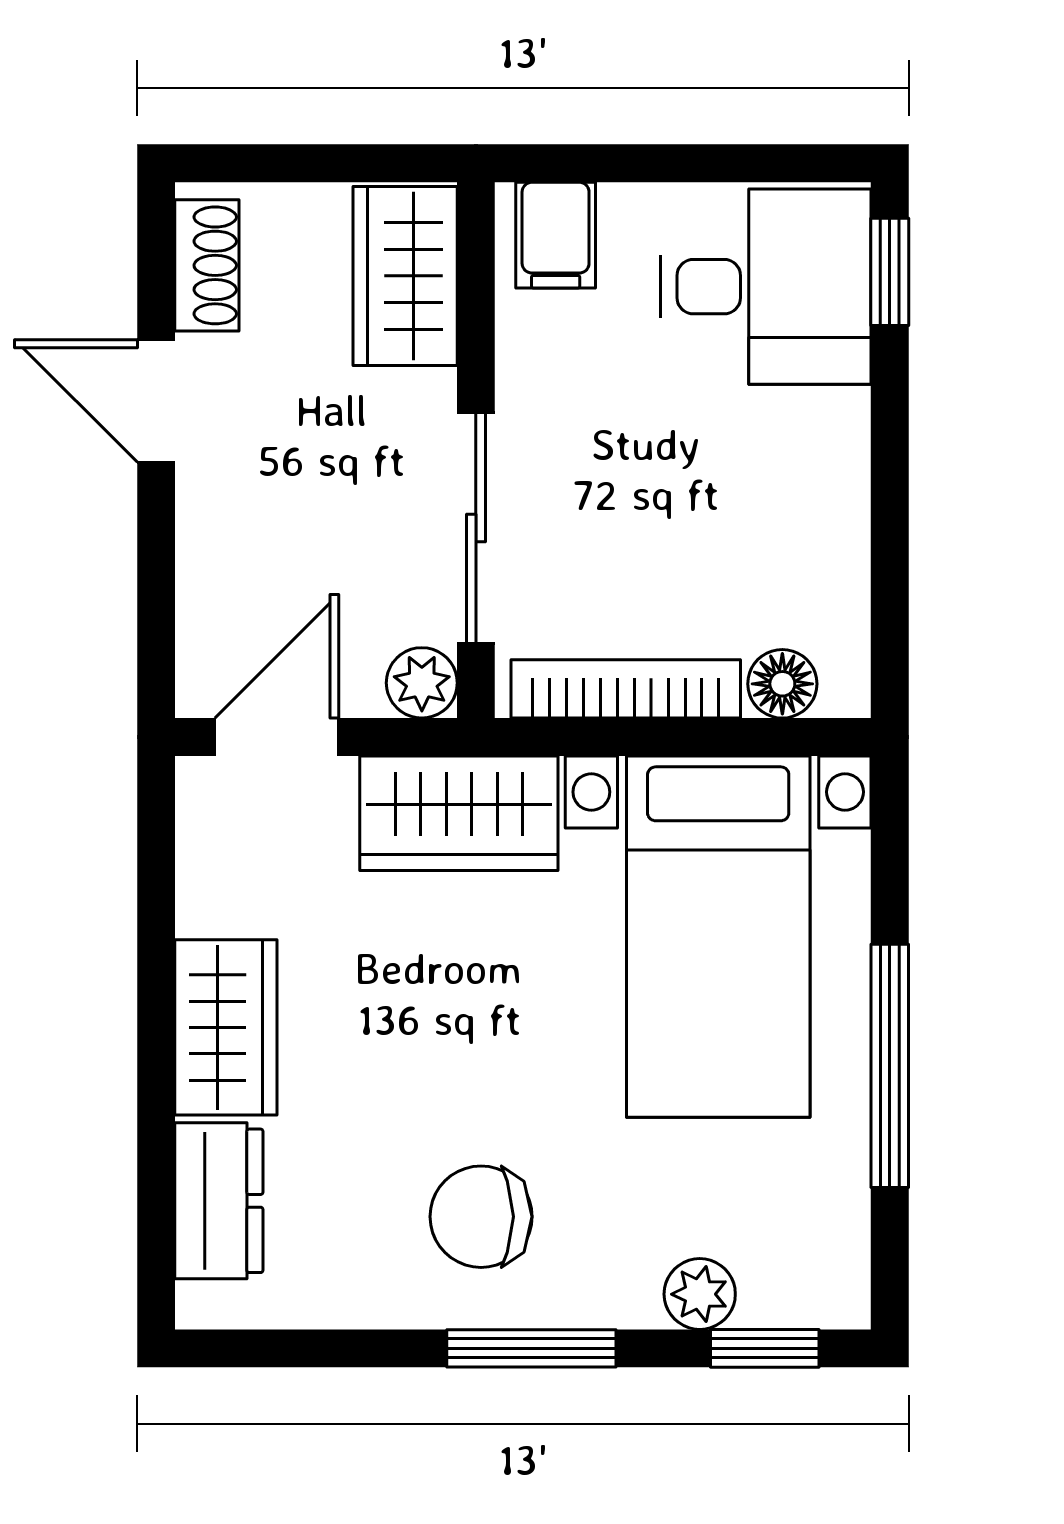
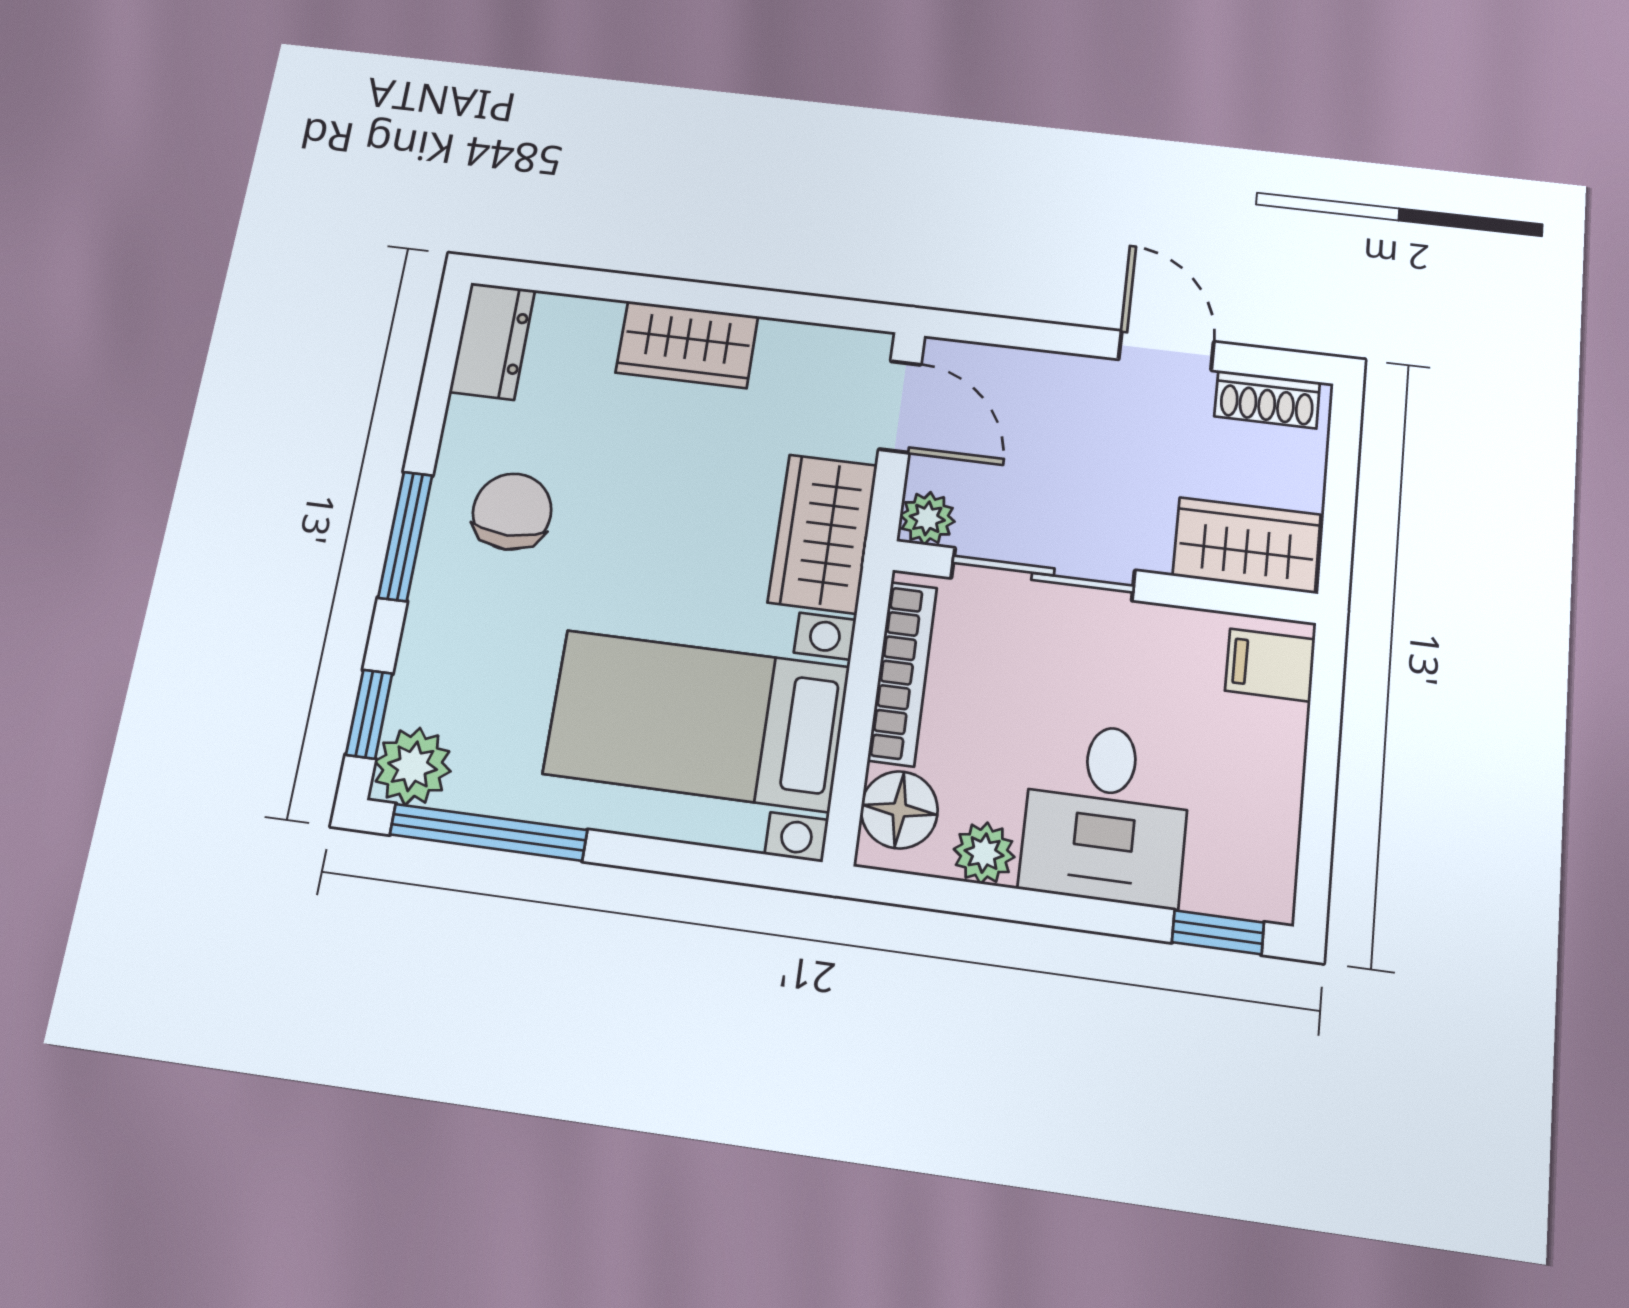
desk: (766, 287) -> (1106, 813), moved
door: (156, 401) -> (1166, 351), hinge flipped
plant: (834, 562) -> (984, 853), added
floor lamp: (782, 684) -> (899, 810), width x1.37, depth x1.37
window: (890, 1066) -> (488, 832), moved
dresser: (219, 1201) -> (492, 341), moved, turned -90
plant: (700, 1294) -> (413, 766), moved, width x1.38, depth x1.38

